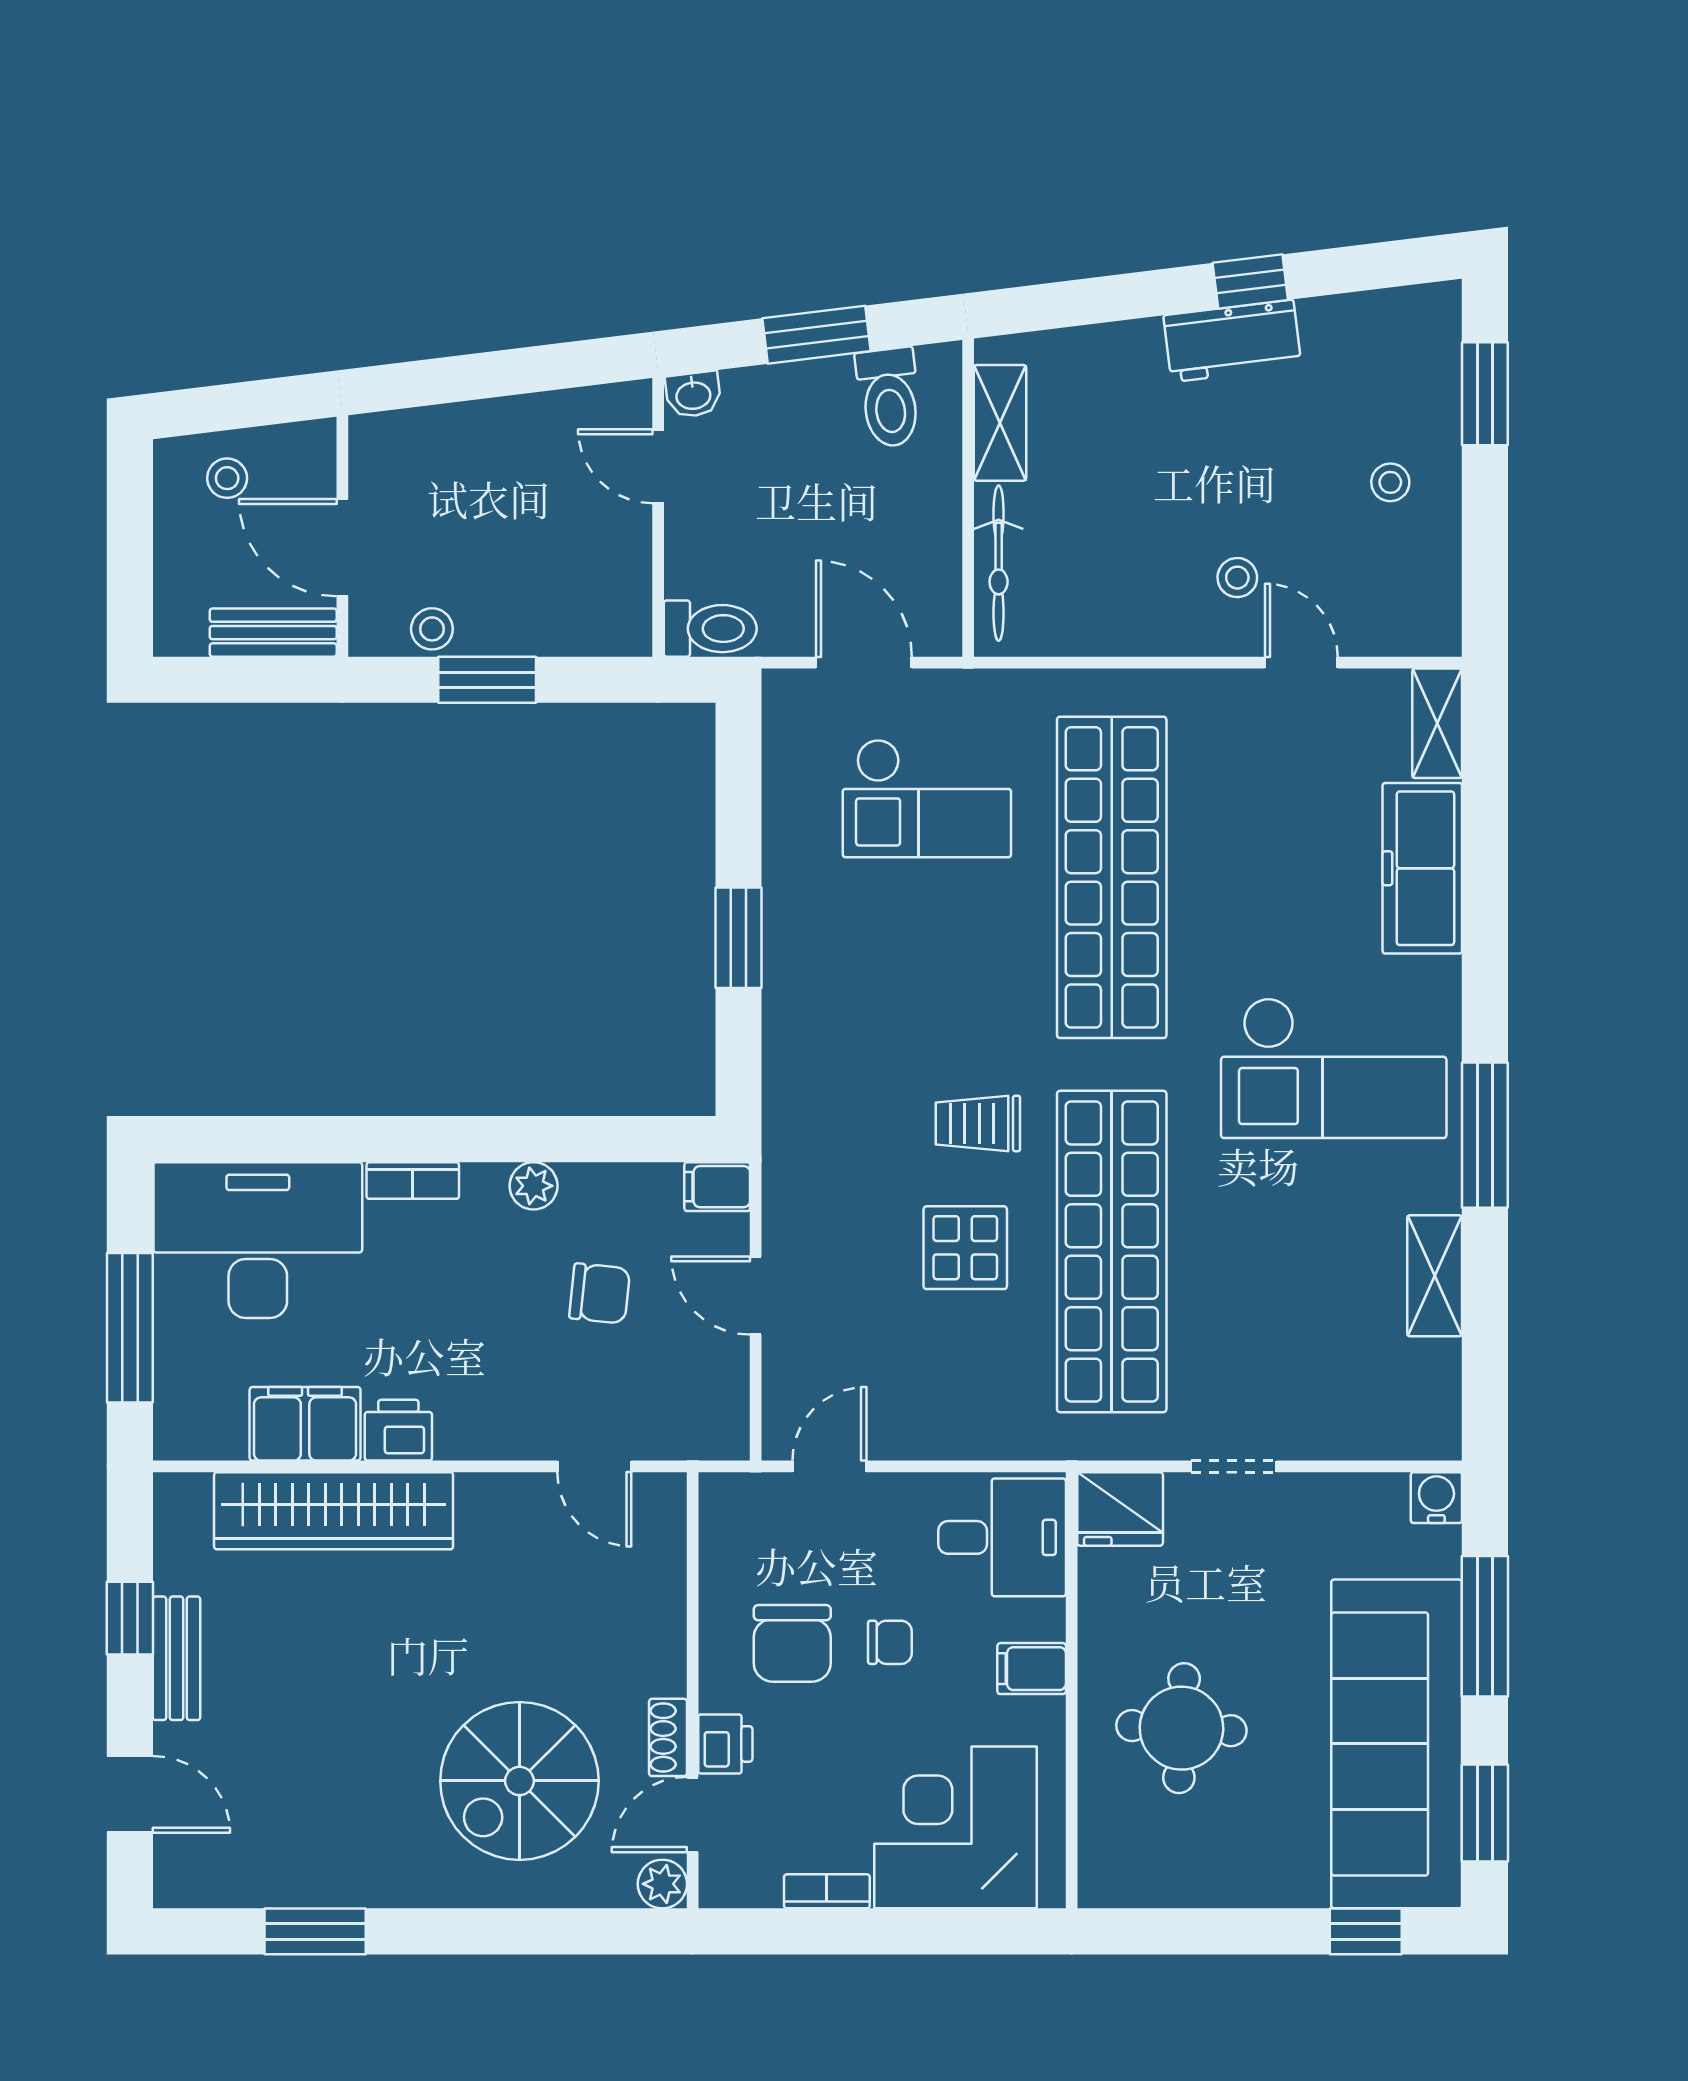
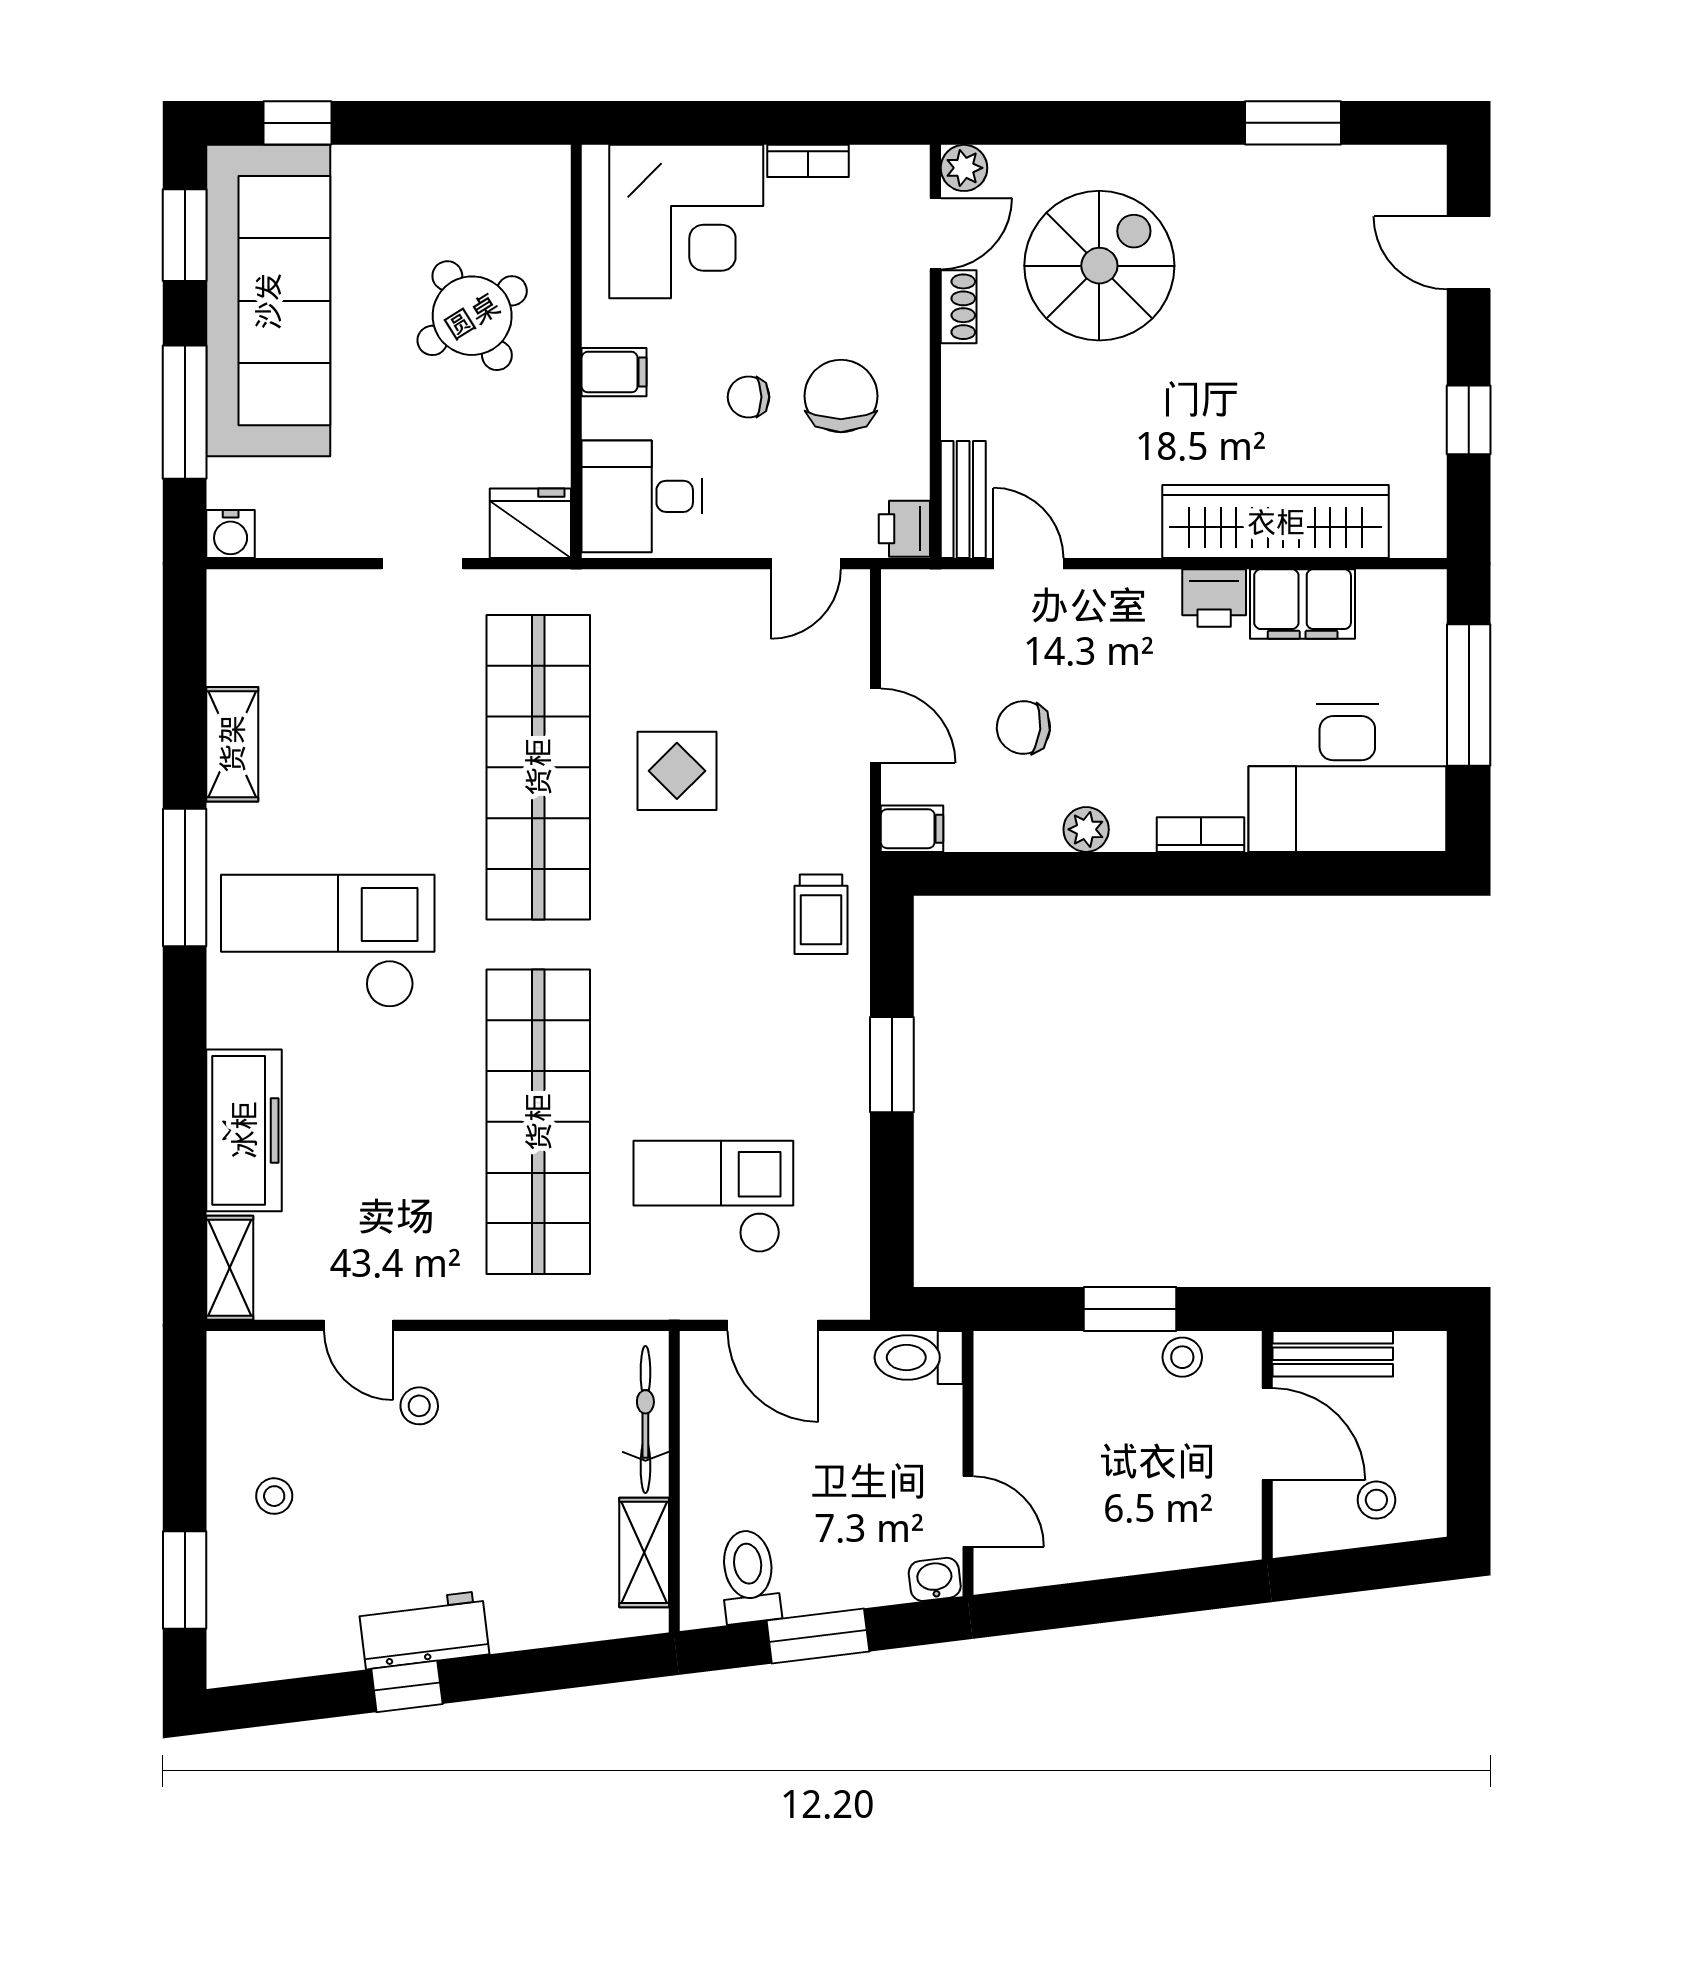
trolley: (978, 1124) -> (821, 914), moved, turned 90
bench: (176, 1658) -> (963, 500), moved
round table: (1181, 1728) -> (472, 316), turned -35
printer: (725, 1744) -> (904, 529), moved

